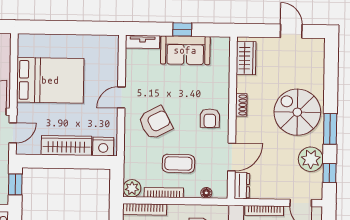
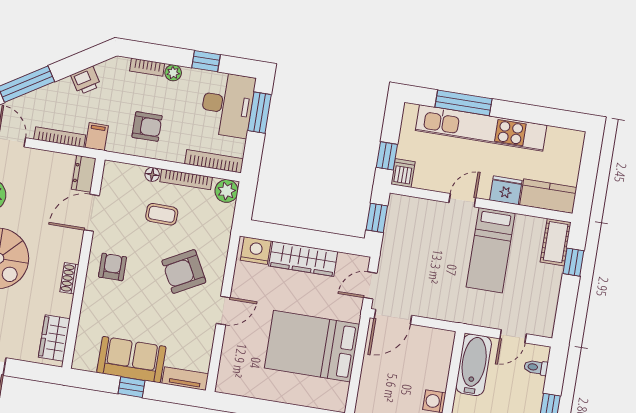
coffee table: (178, 164) -> (162, 214), width x0.73, depth x0.77
floor lamp: (206, 193) -> (152, 174), moved

